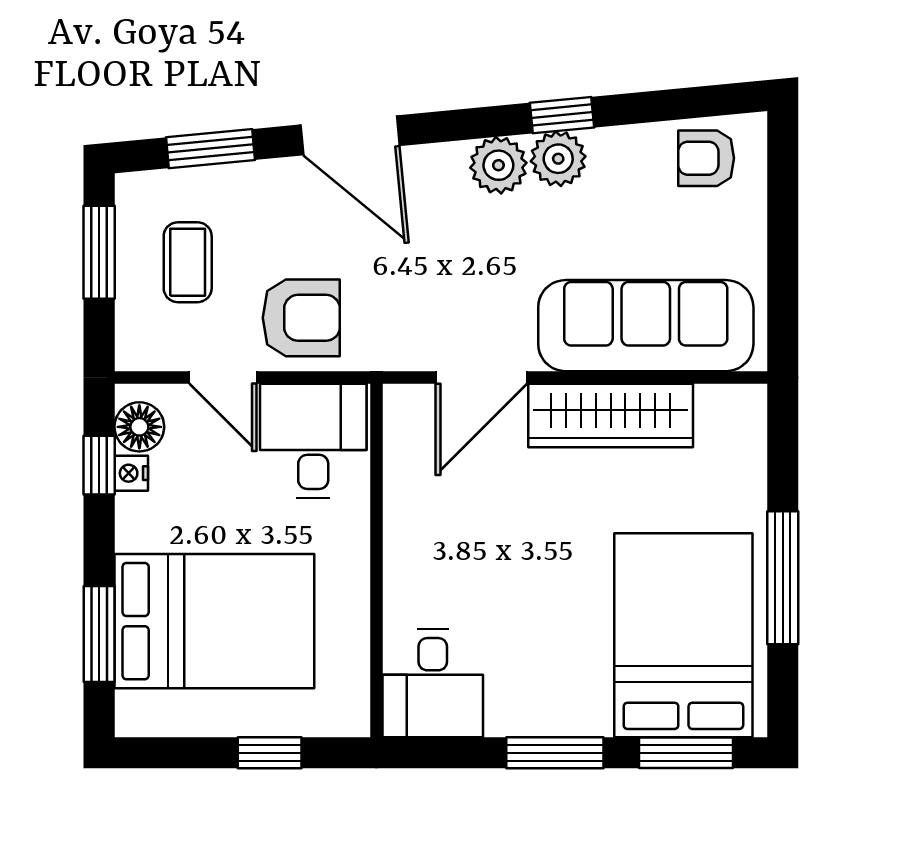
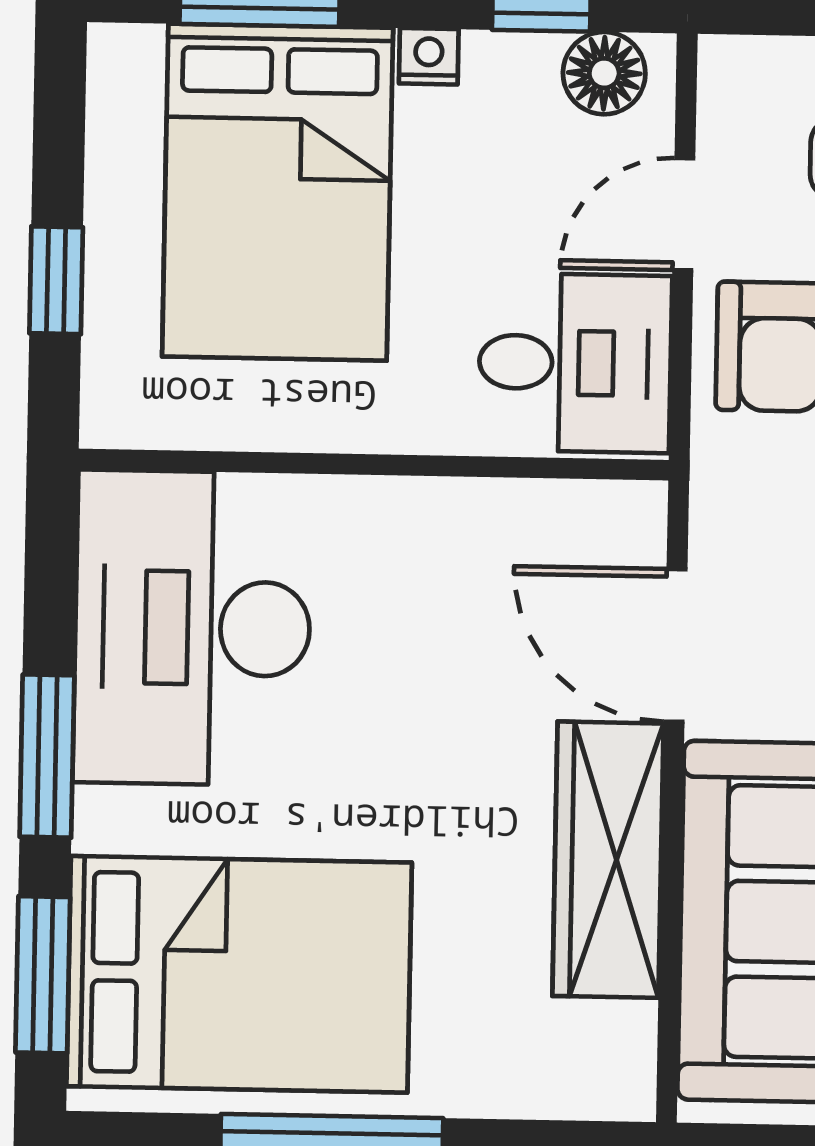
nightstand: (131, 473) -> (429, 56), moved
desk: (433, 683) -> (192, 628), width x1.87, depth x1.30

